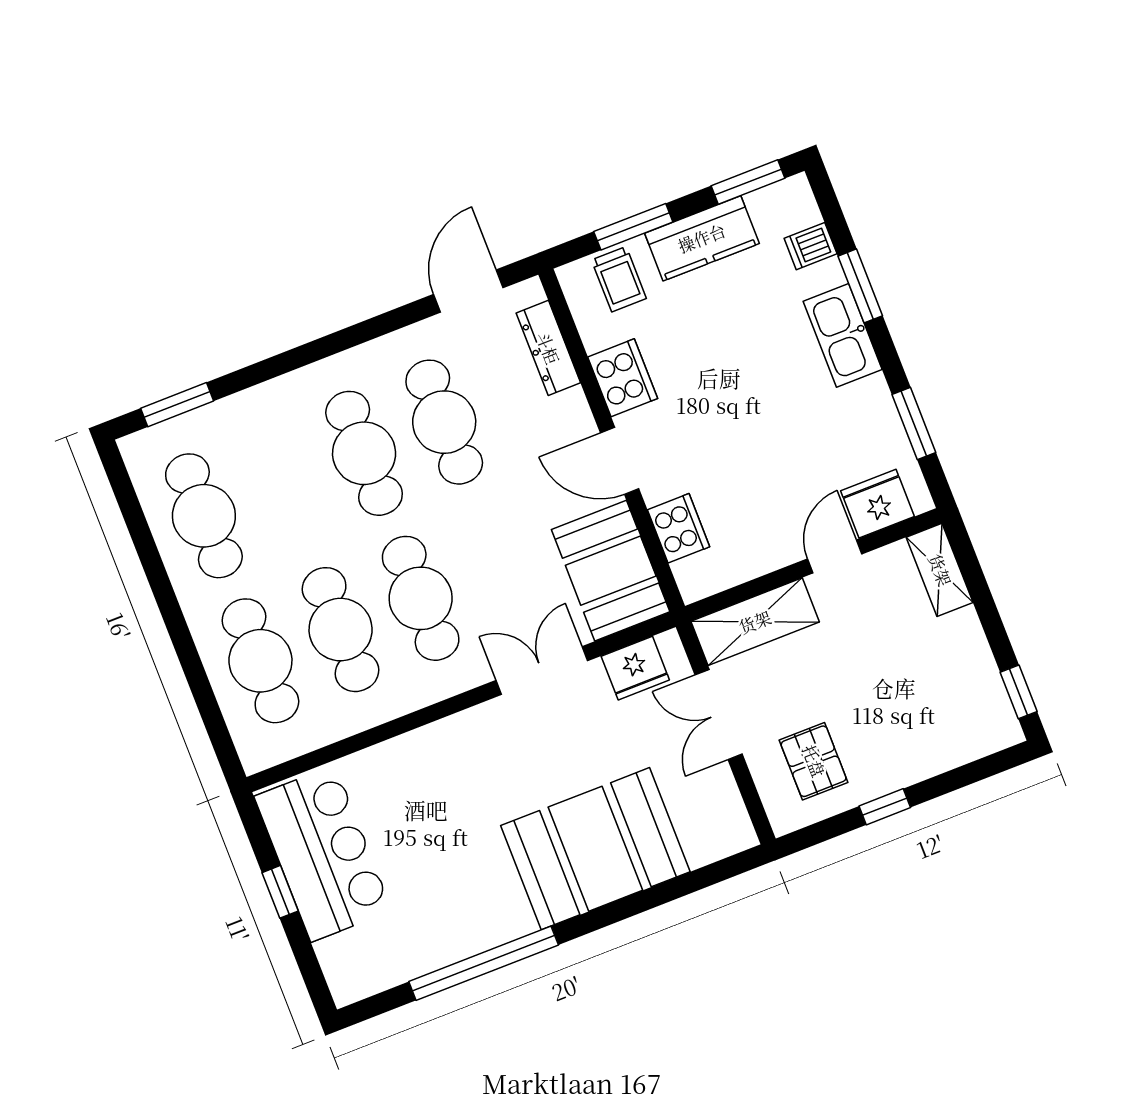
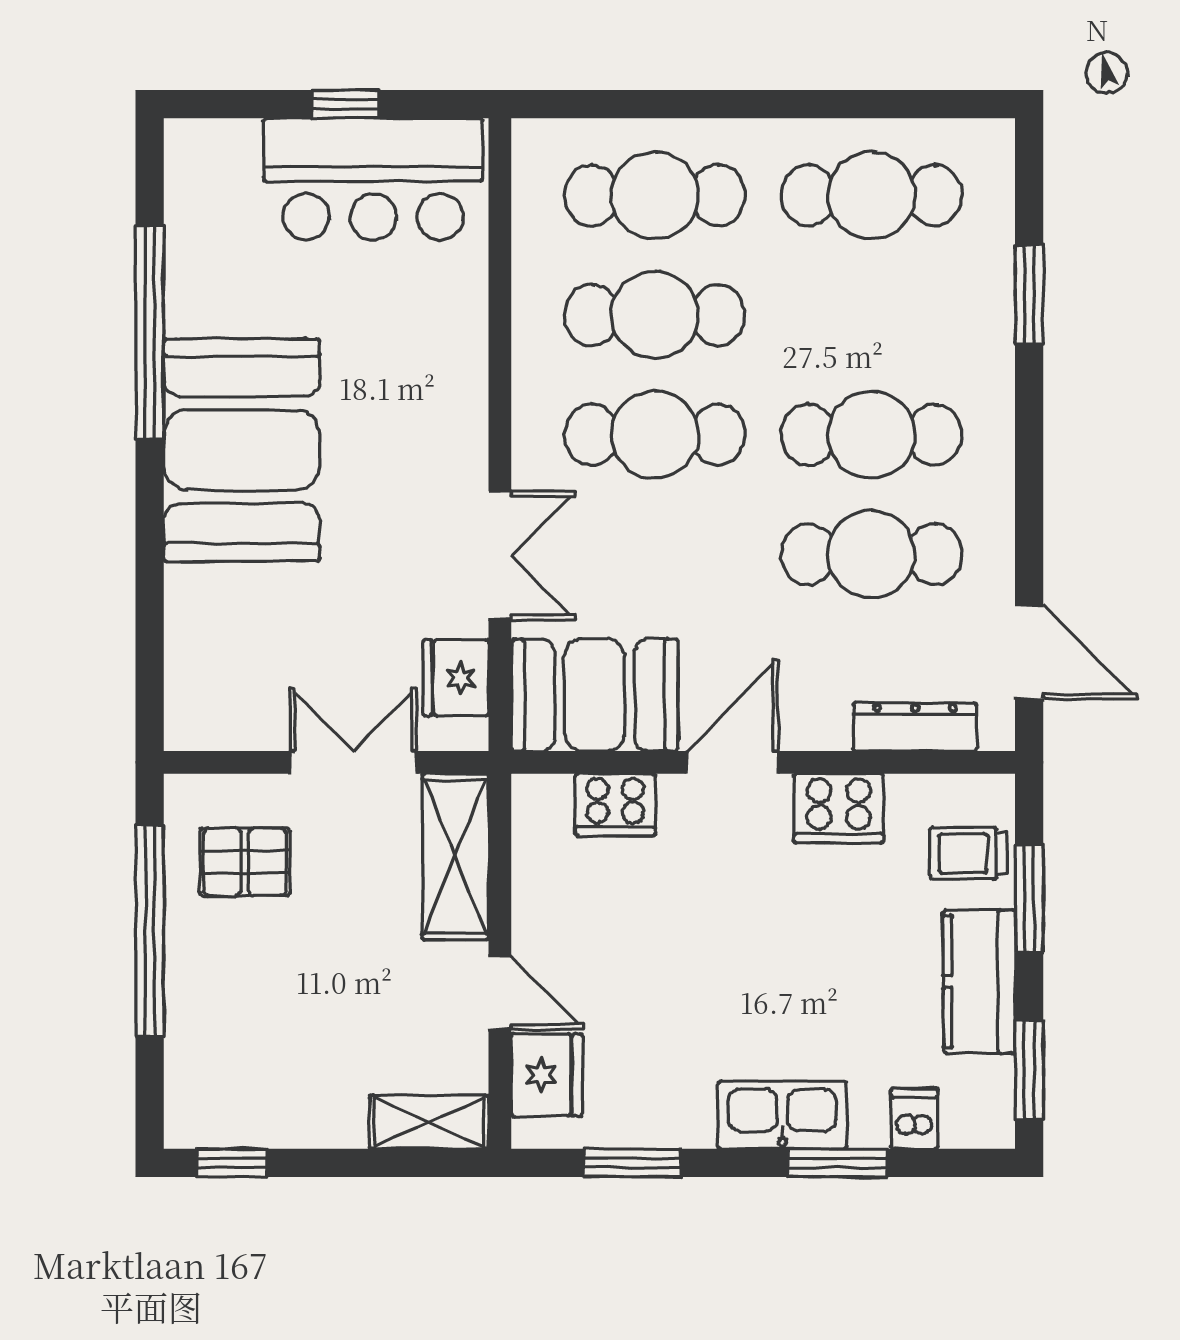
window: (177, 405) -> (1029, 294), moved
window: (885, 807) -> (150, 931), width x3.17
booth: (595, 849) -> (242, 450), moved

